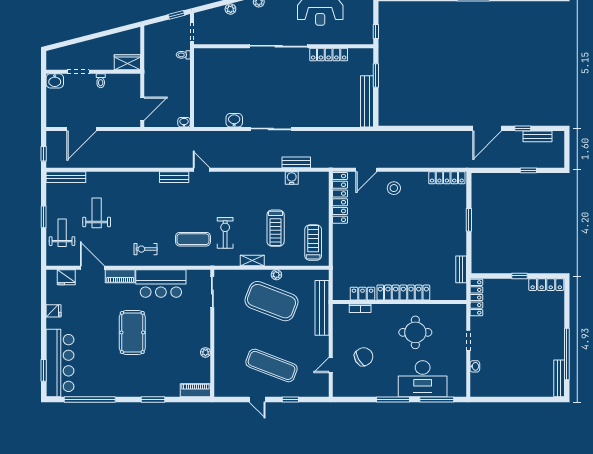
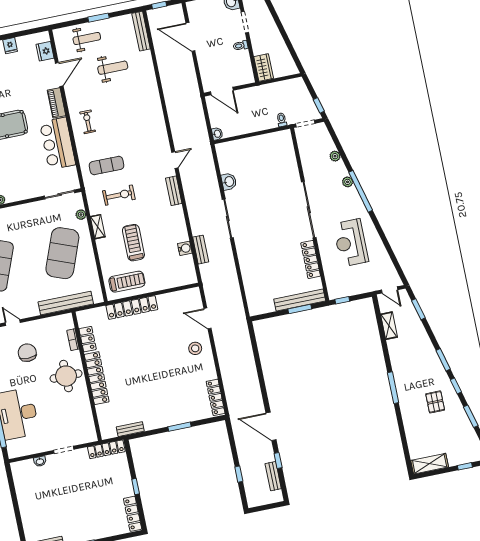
bench: (367, 101) -> (300, 300), moved
bench: (174, 177) -> (174, 191), moved
locker: (340, 198) -> (132, 308), moved
treadmill: (276, 228) -> (133, 243), turned 90
exercise mat: (193, 239) -> (106, 166), turned 90
plant: (276, 275) -> (81, 215), moved
round table: (415, 332) -> (66, 376), moved
chair: (364, 357) -> (27, 353), turned -149

